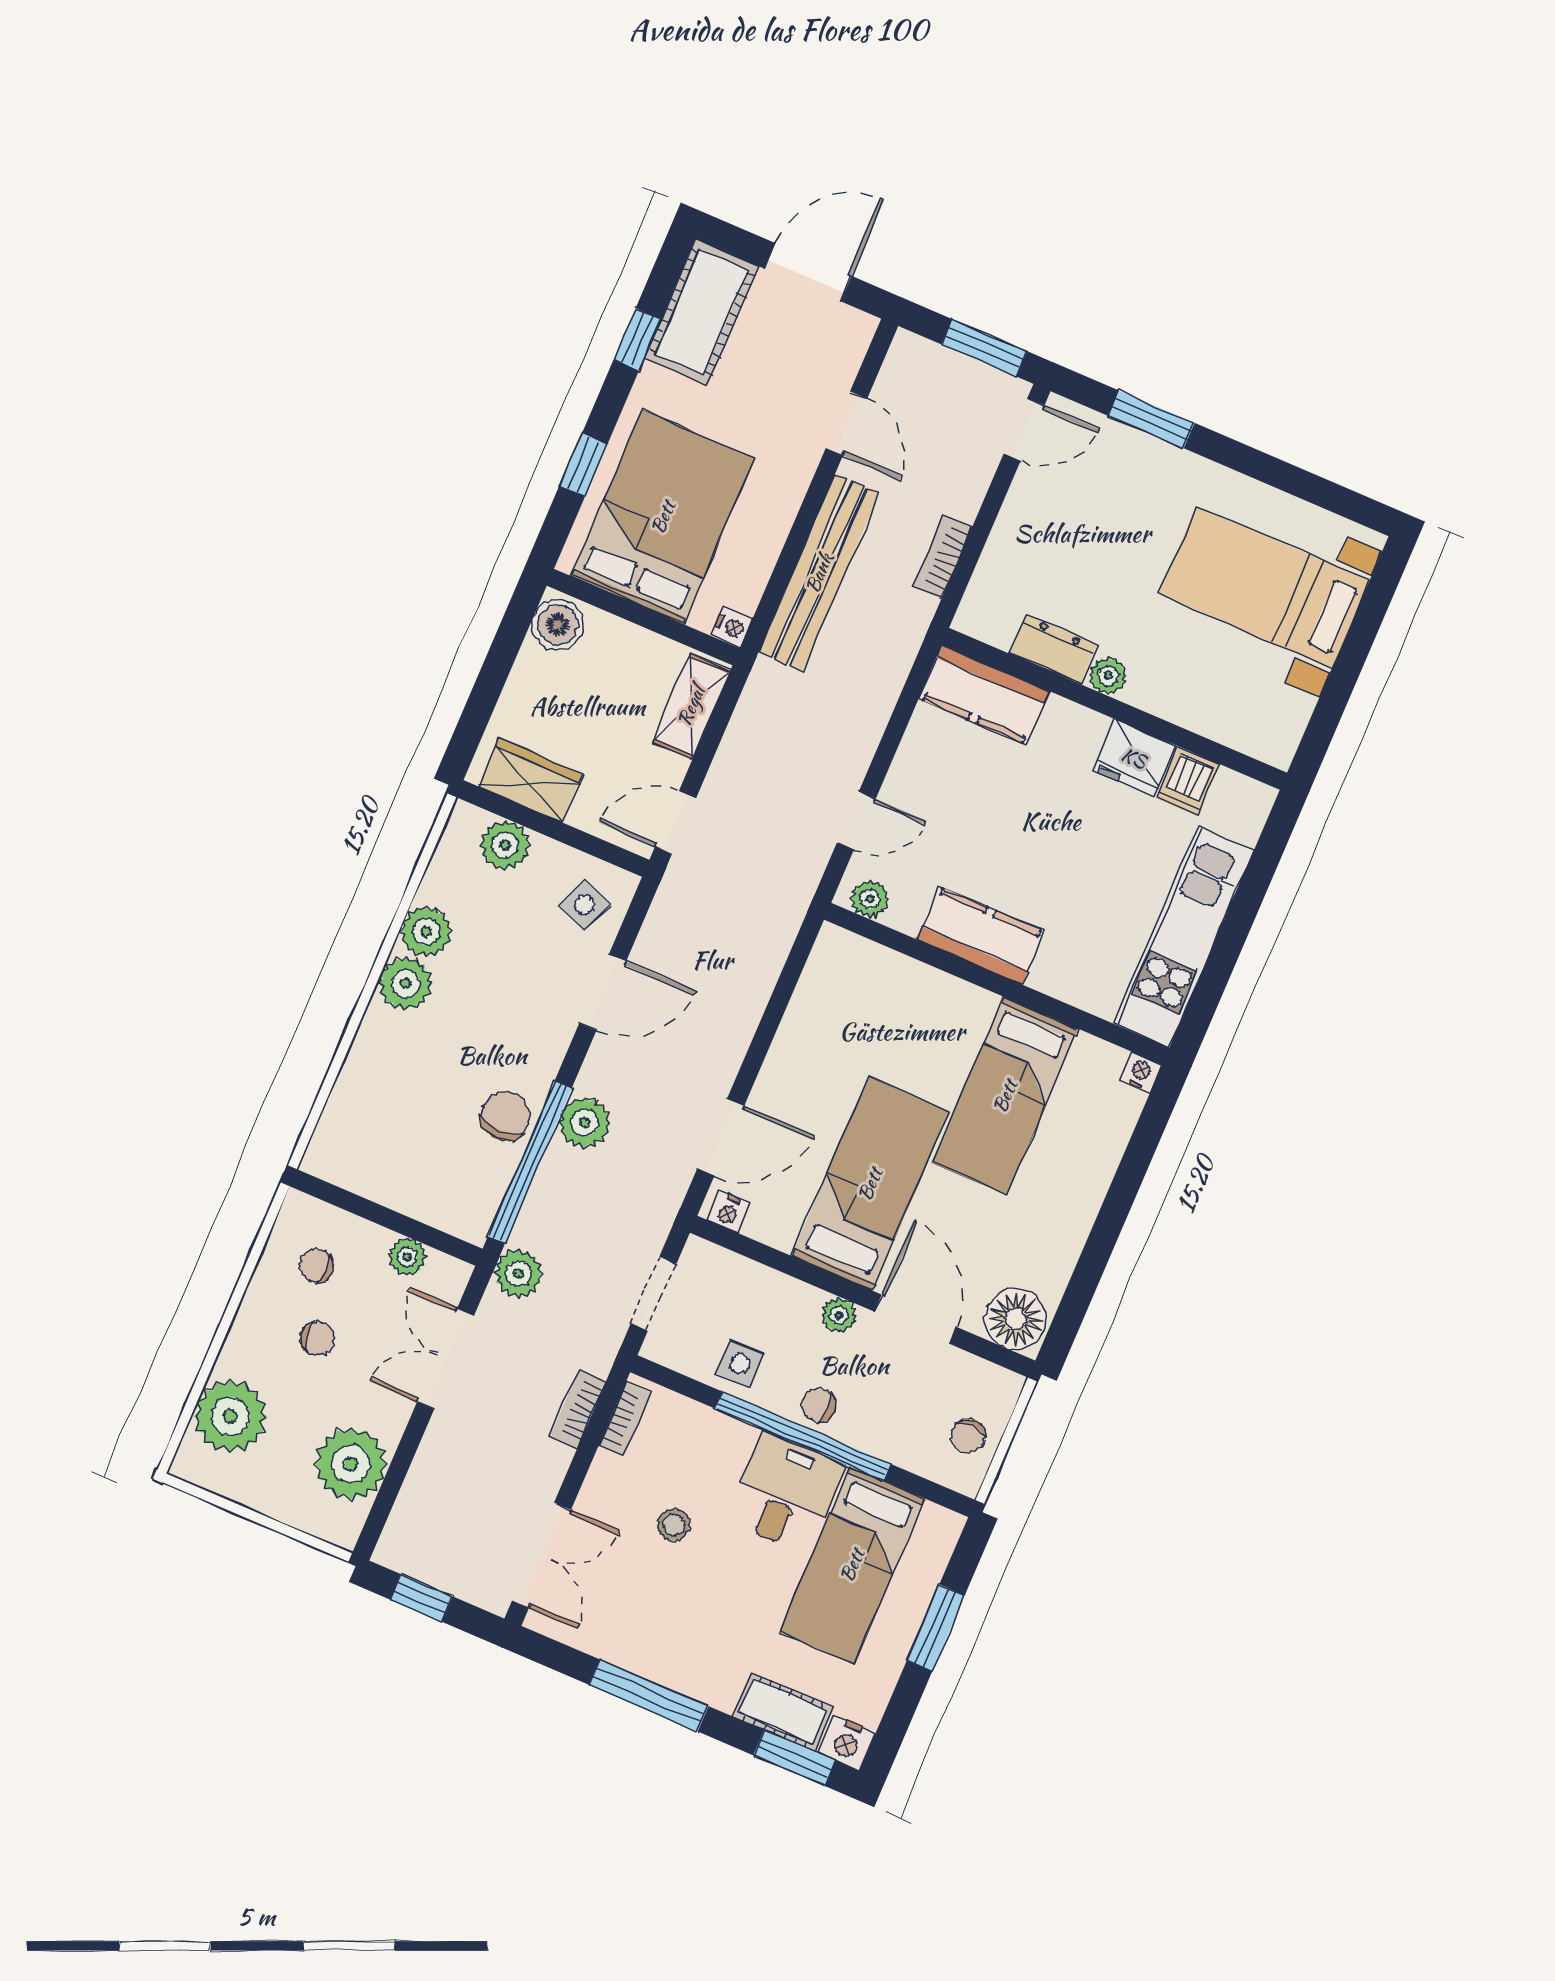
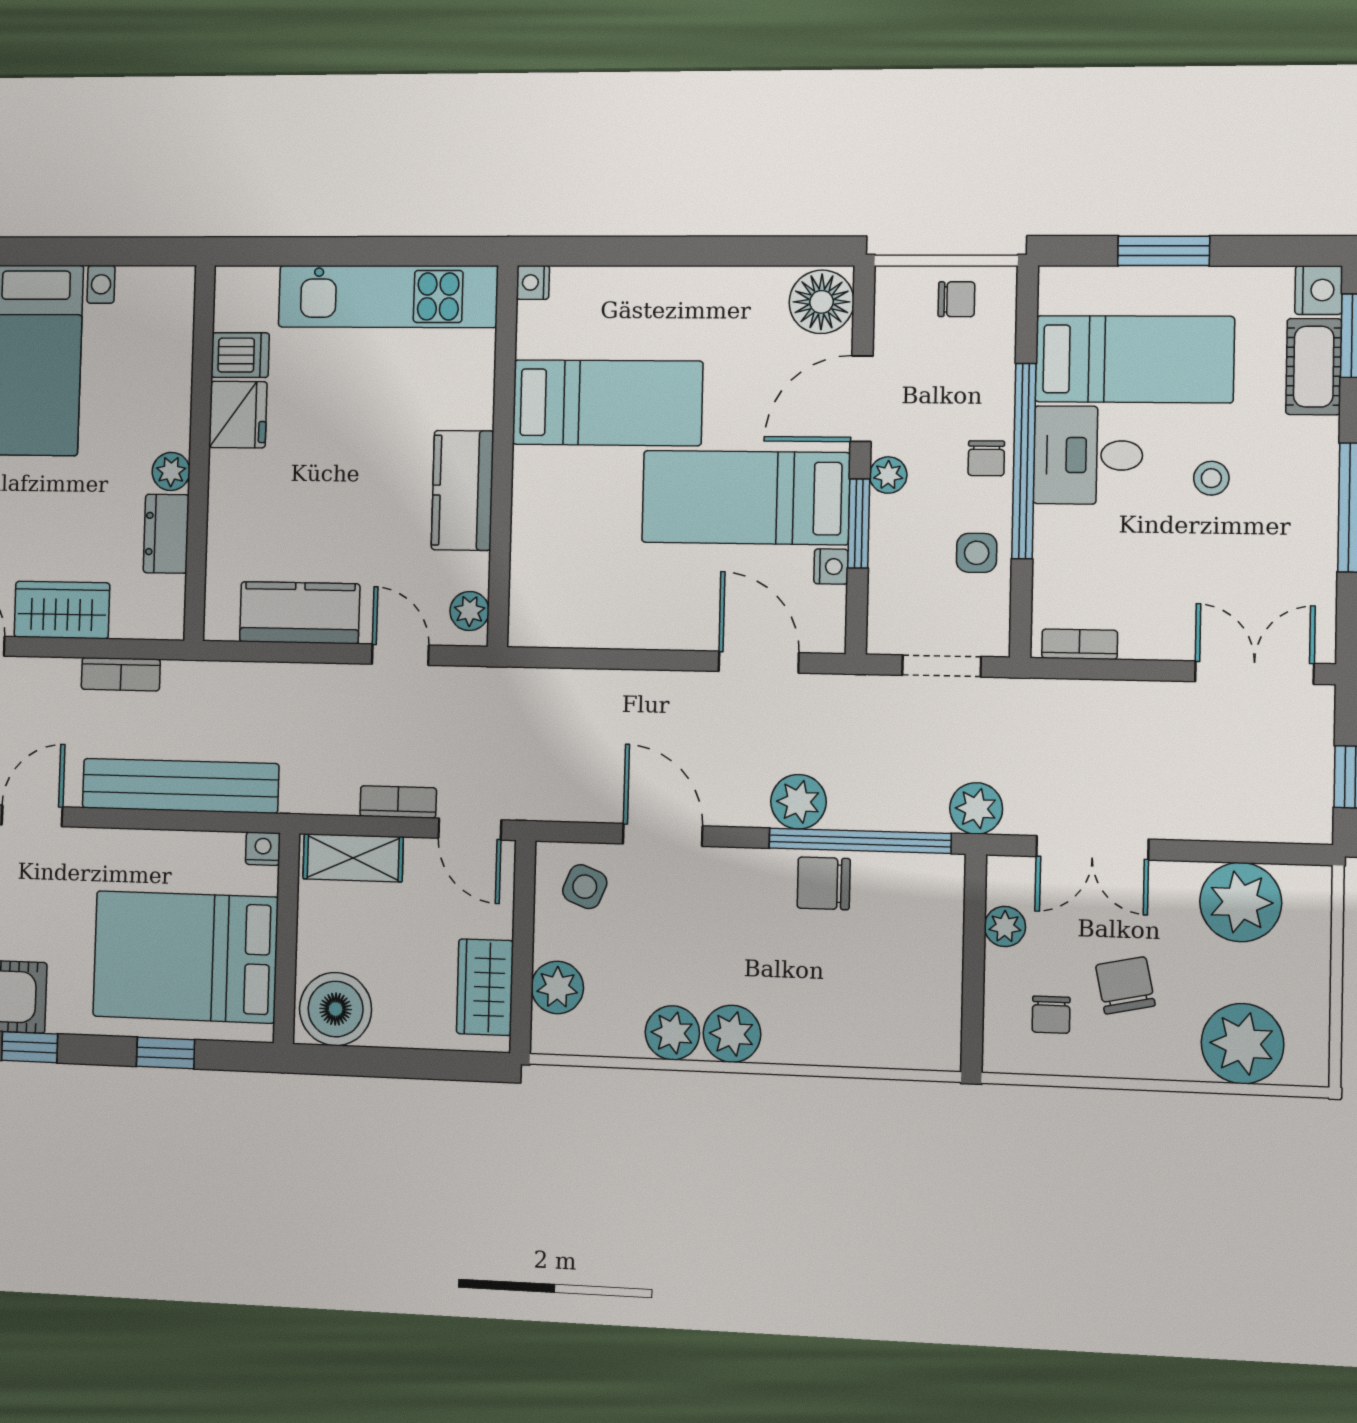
wardrobe: (1023, 524) -> (62, 610), added
boiler: (558, 625) -> (336, 1009), width x1.37, depth x1.37
kitchen counter: (984, 695) -> (300, 613), moved, turned -90
nightstand: (729, 1212) -> (831, 567), moved
window: (807, 1273) -> (859, 523), added
chair: (317, 1339) -> (1125, 985), width x1.37, depth x1.37
bookcase: (578, 1409) -> (398, 802), moved, turned 180
stool: (674, 1525) -> (1211, 478), moved

